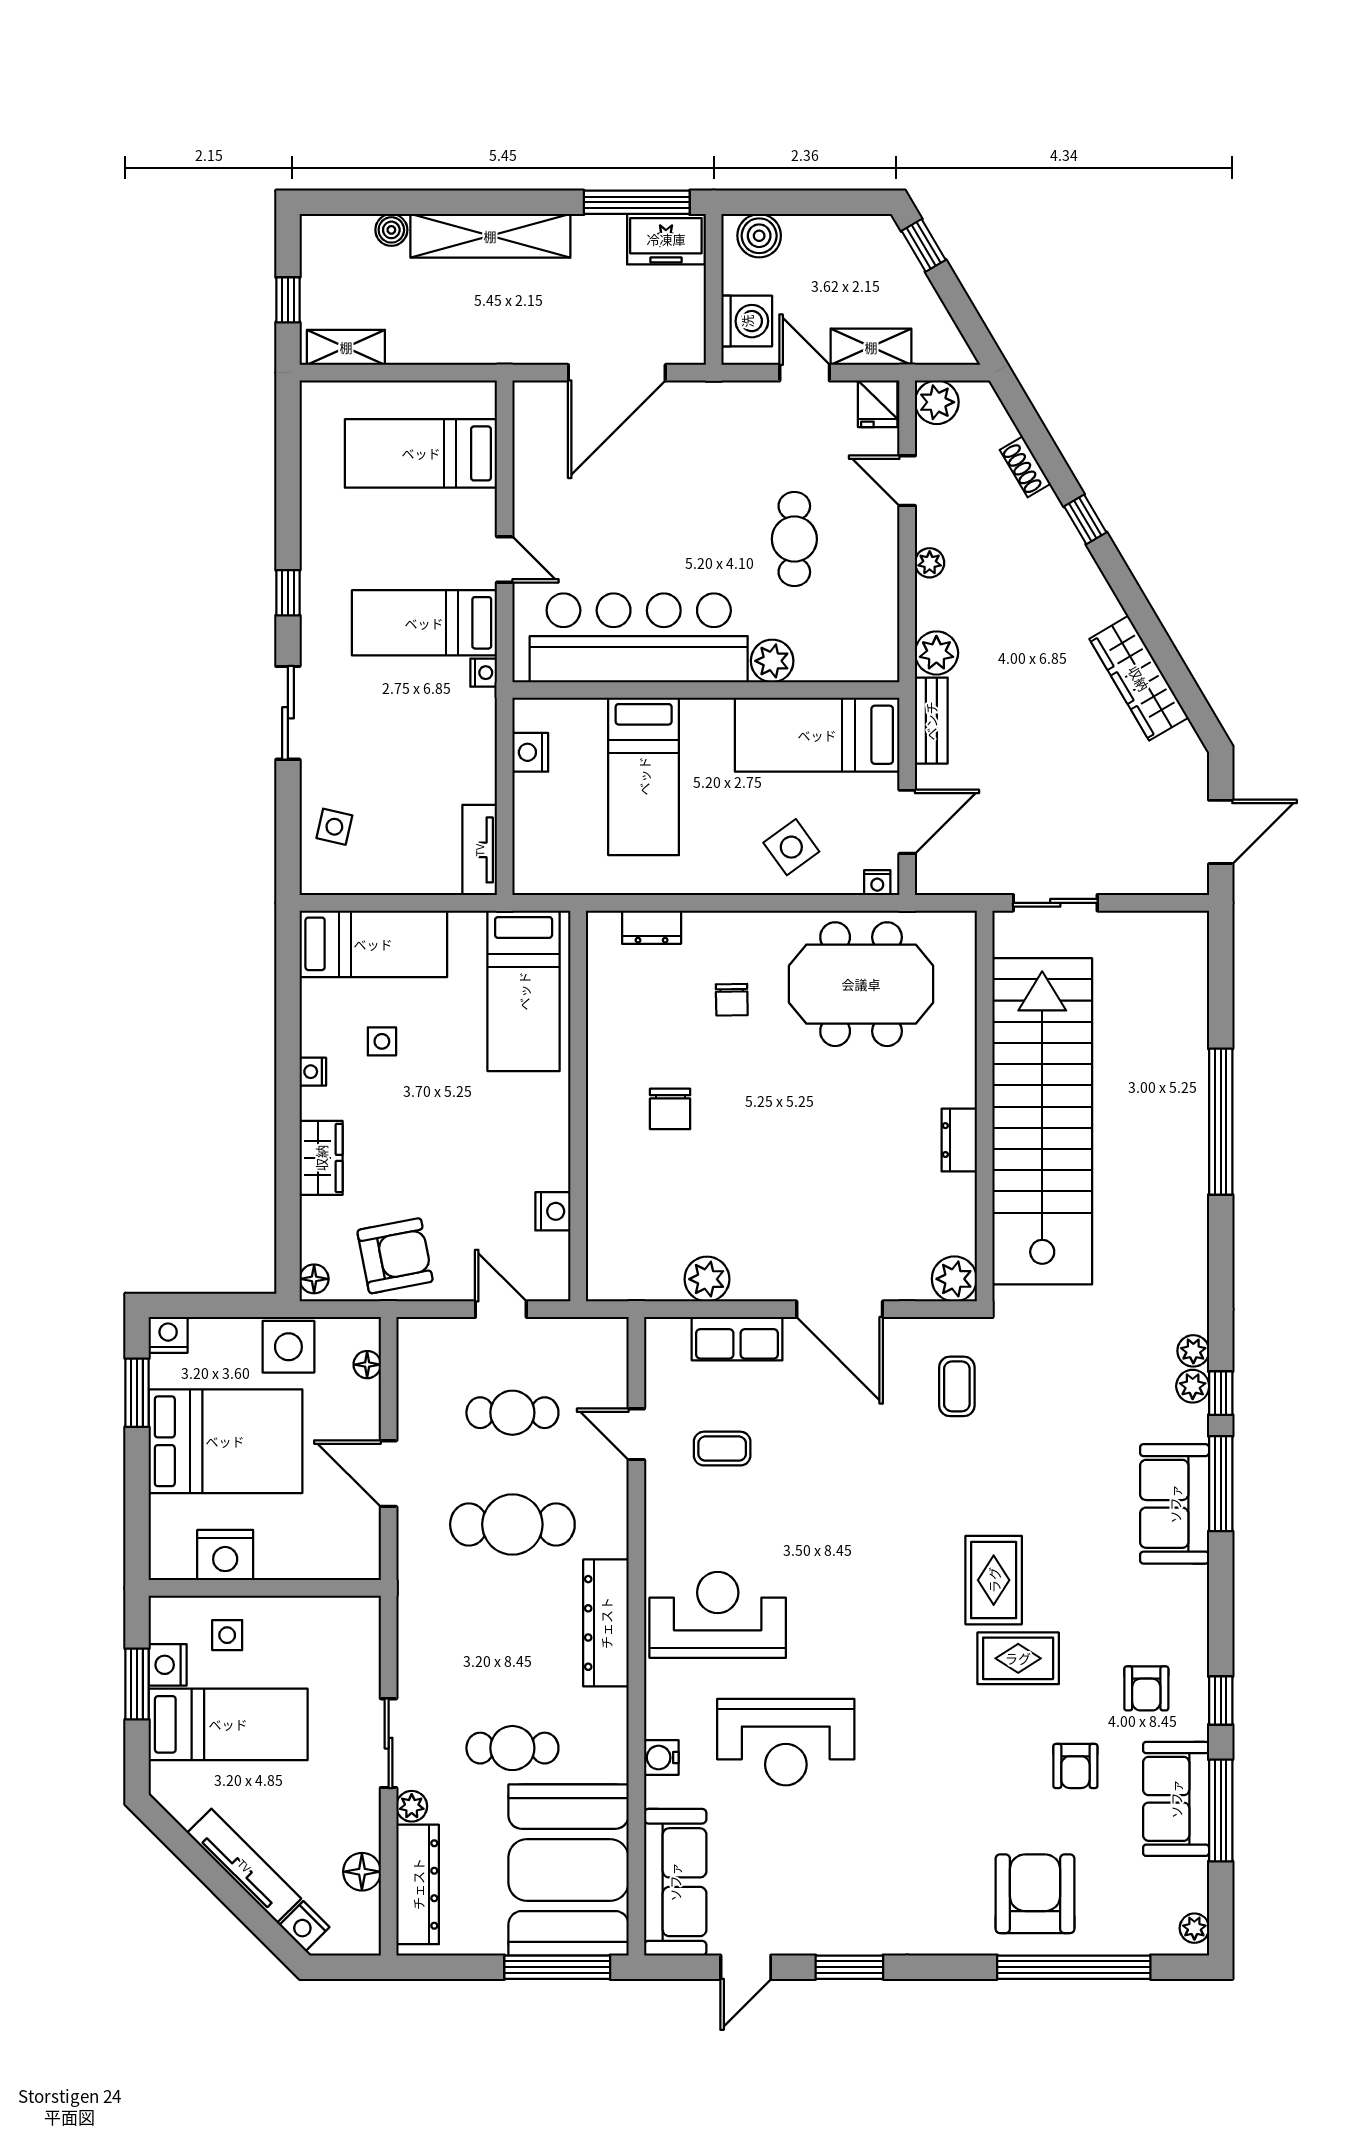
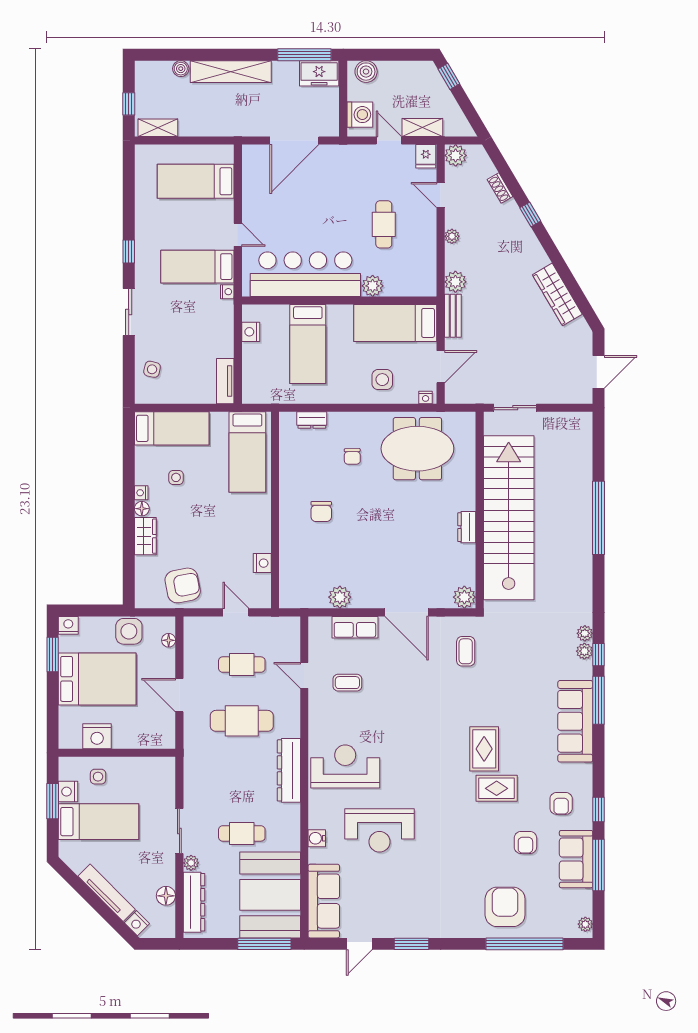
side table: (791, 847) -> (382, 380), turned 36
floor lamp: (314, 1279) -> (142, 509), moved
sofa: (1175, 1504) -> (575, 721), width x1.36

